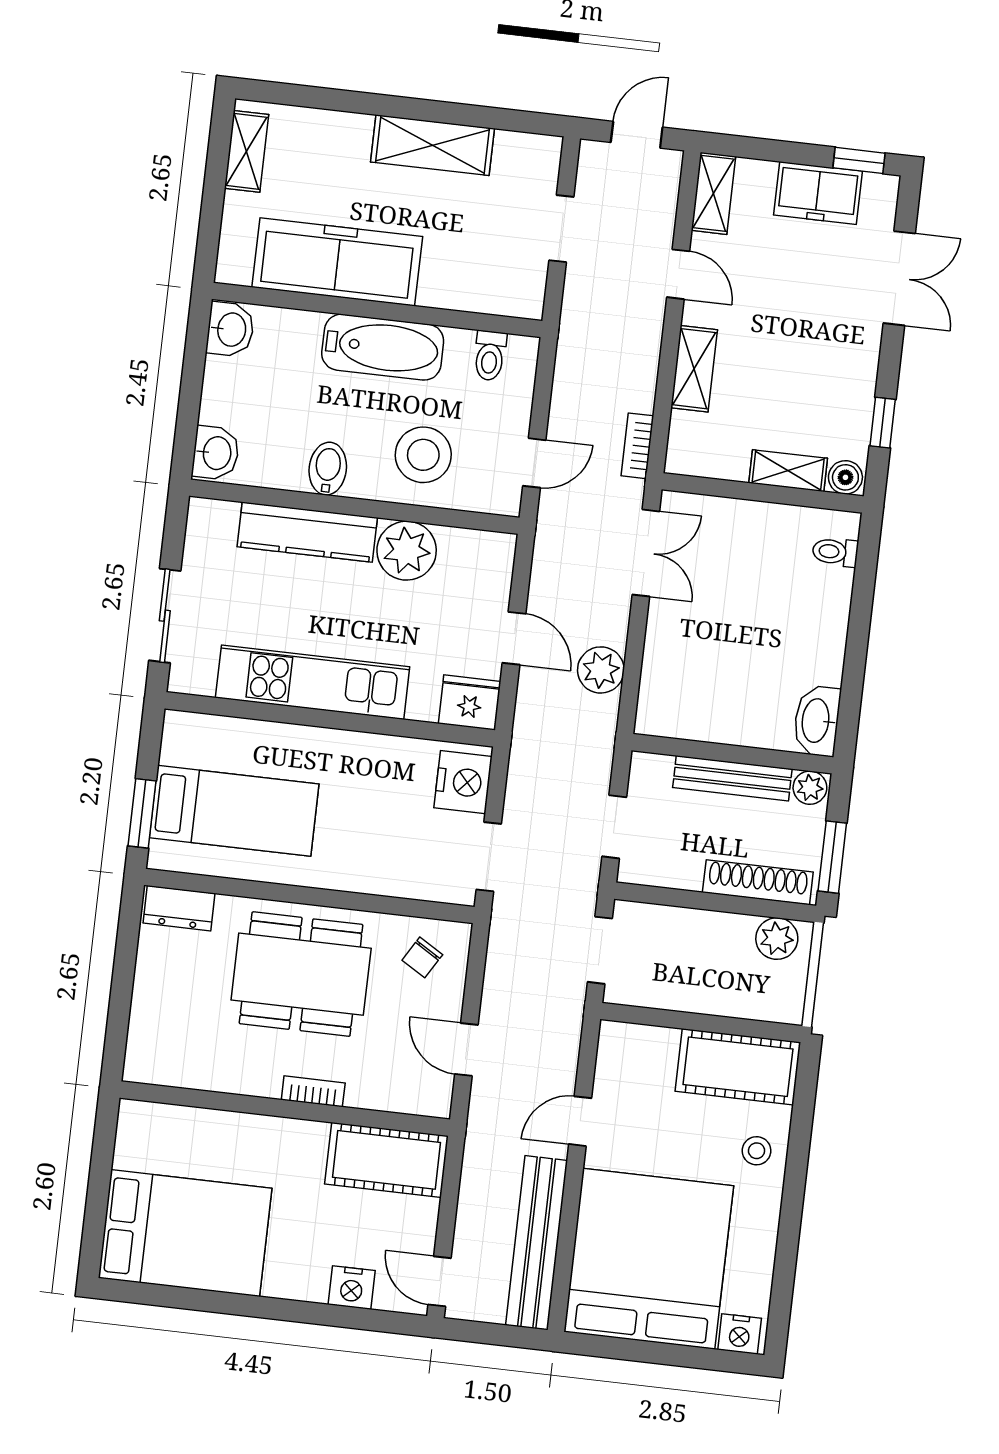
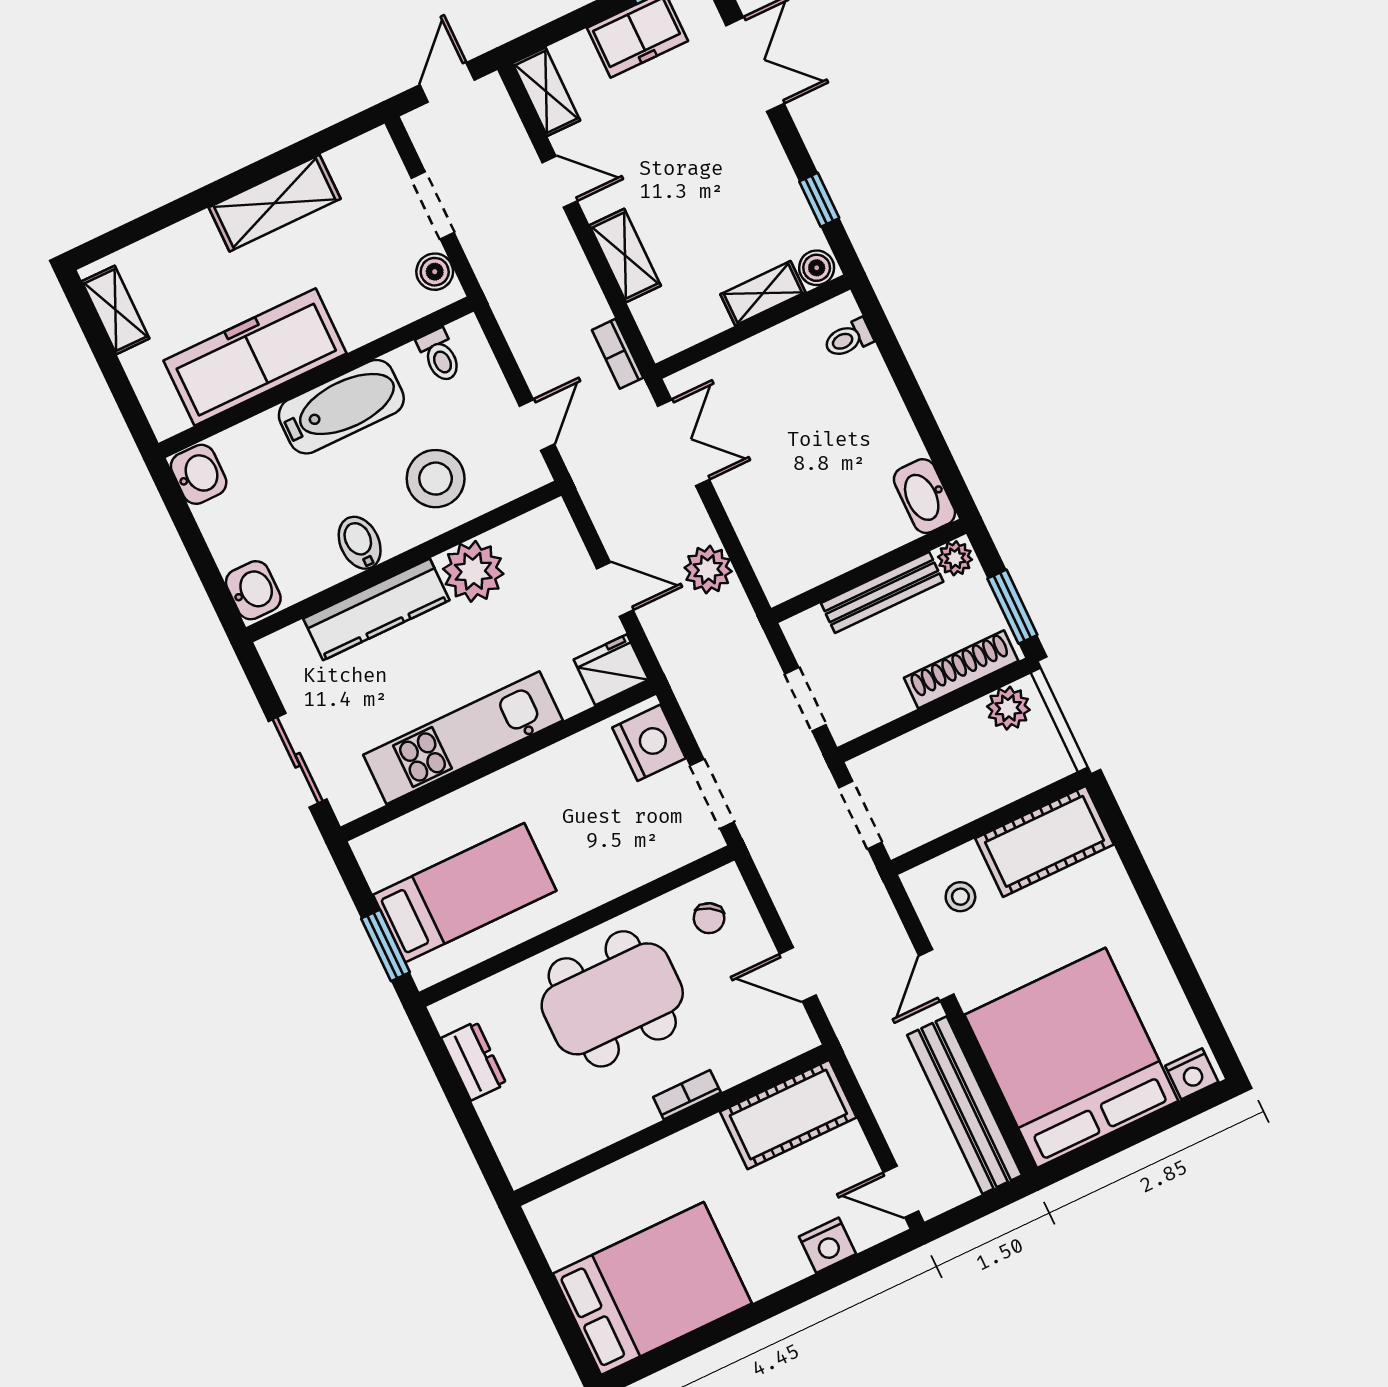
boiler: (529, 284) -> (435, 272), added
dresser: (179, 908) -> (474, 1061), moved, turned -90
stool: (757, 1151) -> (960, 897), moved

